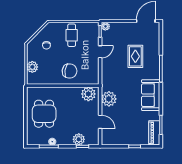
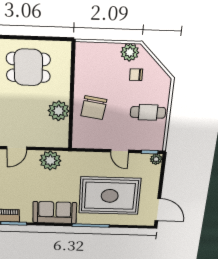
rug: (135, 56) -> (110, 196), width x1.86, depth x2.06
plant: (32, 67) -> (130, 52), moved
plant: (88, 94) -> (59, 111), moved

